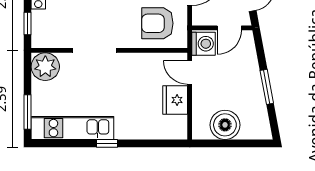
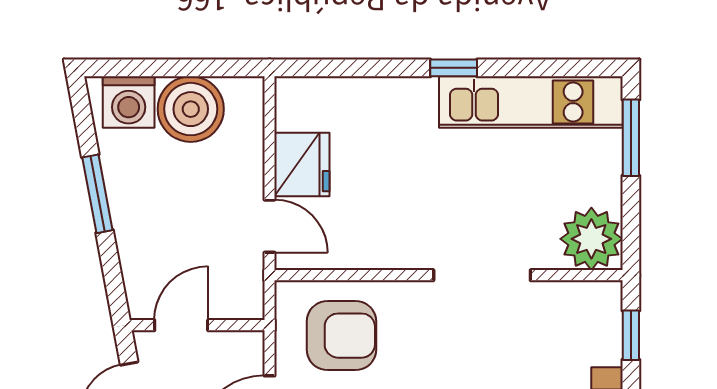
washing machine: (203, 44) -> (129, 102), moved, turned -90

